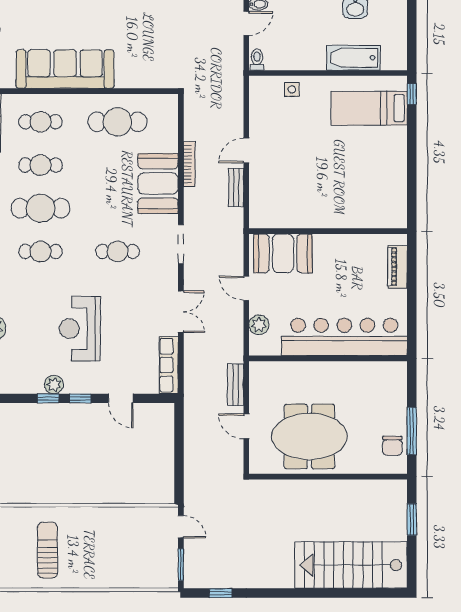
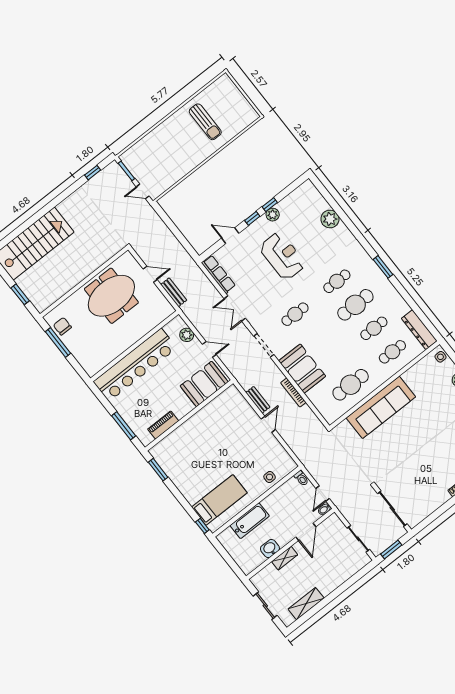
sofa: (65, 69) -> (381, 407), moved
window: (412, 197) -> (158, 470), added
piano: (398, 267) -> (163, 425), moved, turned -90
window: (412, 278) -> (124, 426), added

